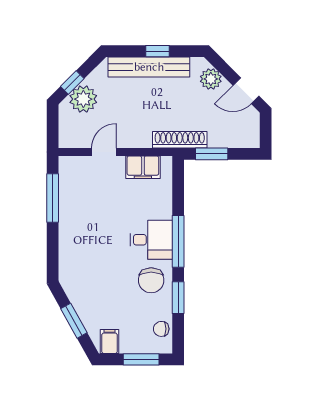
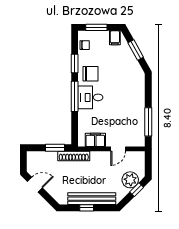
plant: (211, 79) -> (56, 192), removed
chair: (151, 280) -> (90, 74), turned 90

